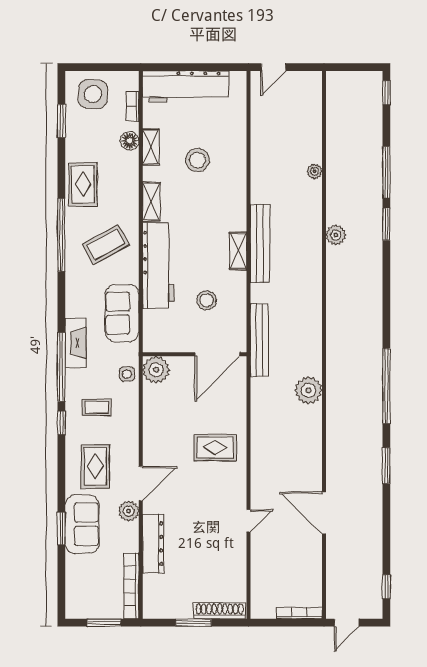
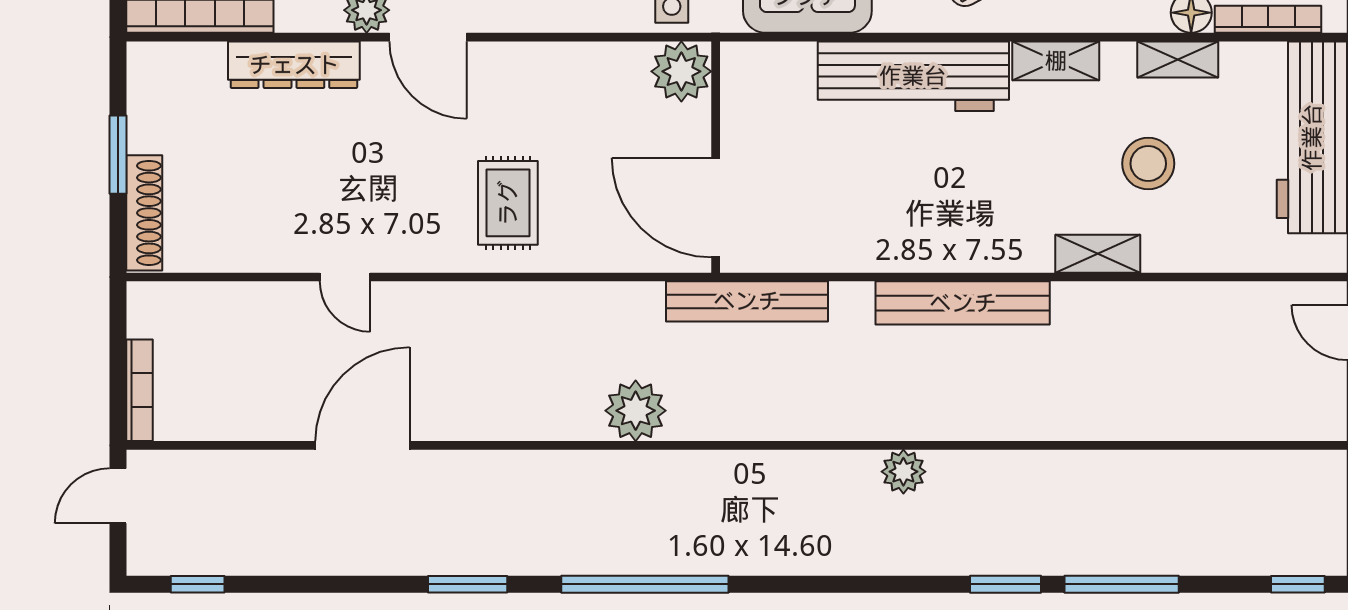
bookcase: (133, 106) -> (1268, 19), width x1.56
plant: (315, 171) -> (1123, 424), removed
plant: (336, 235) -> (903, 472), moved
shelving: (238, 251) -> (1098, 254), moved
stool: (207, 300) -> (836, 184), removed
door: (347, 623) -> (118, 496), hinge flipped

